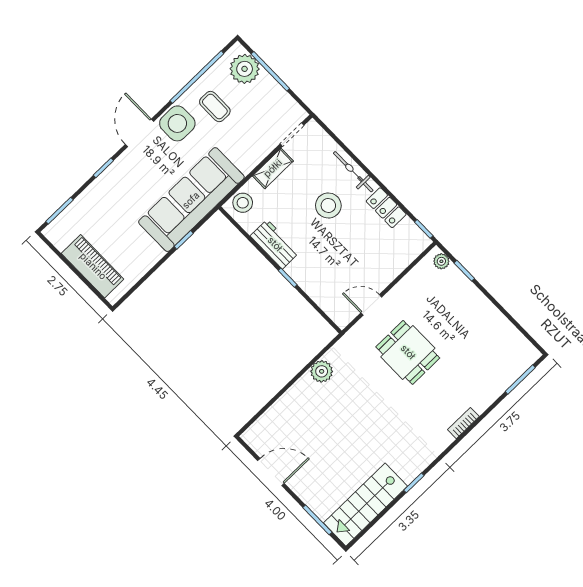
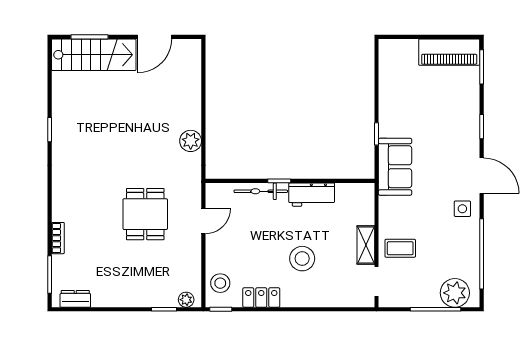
coffee table: (215, 106) -> (400, 248), moved
side table: (177, 123) -> (462, 209), width x0.54, depth x0.54
bicycle: (353, 172) -> (261, 191), moved, turned 180
sofa: (191, 200) -> (395, 167), width x0.54, depth x0.79
stool: (243, 203) -> (220, 283), moved
piano: (93, 266) -> (449, 52), moved
dresser: (520, 343) -> (75, 299), added
dining table: (408, 352) -> (145, 214), turned 90
bookcase: (463, 423) -> (58, 238), moved
stairs: (365, 505) -> (94, 55), moved, turned 90

